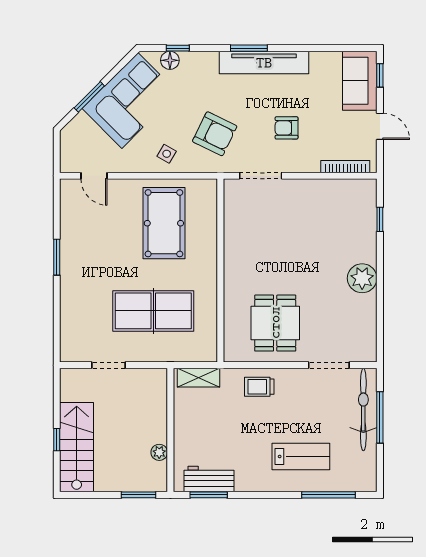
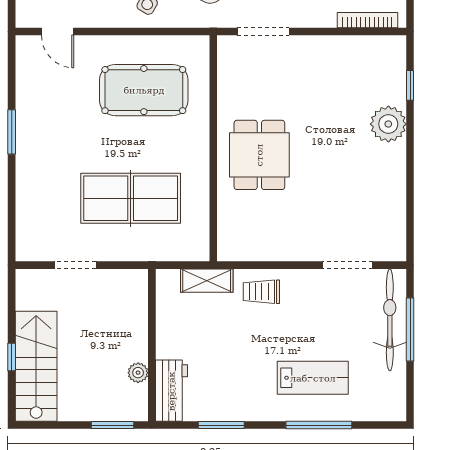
pool table: (164, 223) -> (144, 90), turned 90
plant: (362, 278) -> (388, 124), moved
dining table: (275, 323) -> (259, 155), moved
shelving: (198, 378) -> (207, 281), moved
workbench: (209, 479) -> (171, 391), moved, turned 90
window: (209, 495) -> (221, 425), moved
window: (328, 495) -> (319, 425), moved

